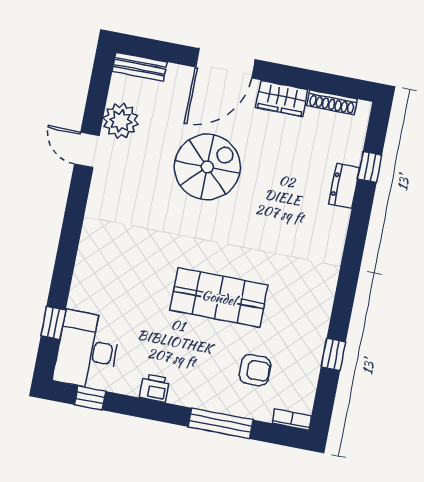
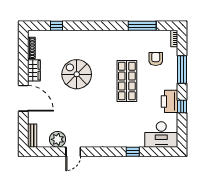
spiral stairs: (207, 167) -> (77, 74), moved
dresser: (344, 186) -> (67, 35), removed
window: (53, 323) -> (133, 152), moved
window: (333, 354) -> (142, 26), width x2.17
printer: (155, 388) -> (170, 101), width x1.87, depth x1.48
window: (90, 398) -> (182, 107), moved

